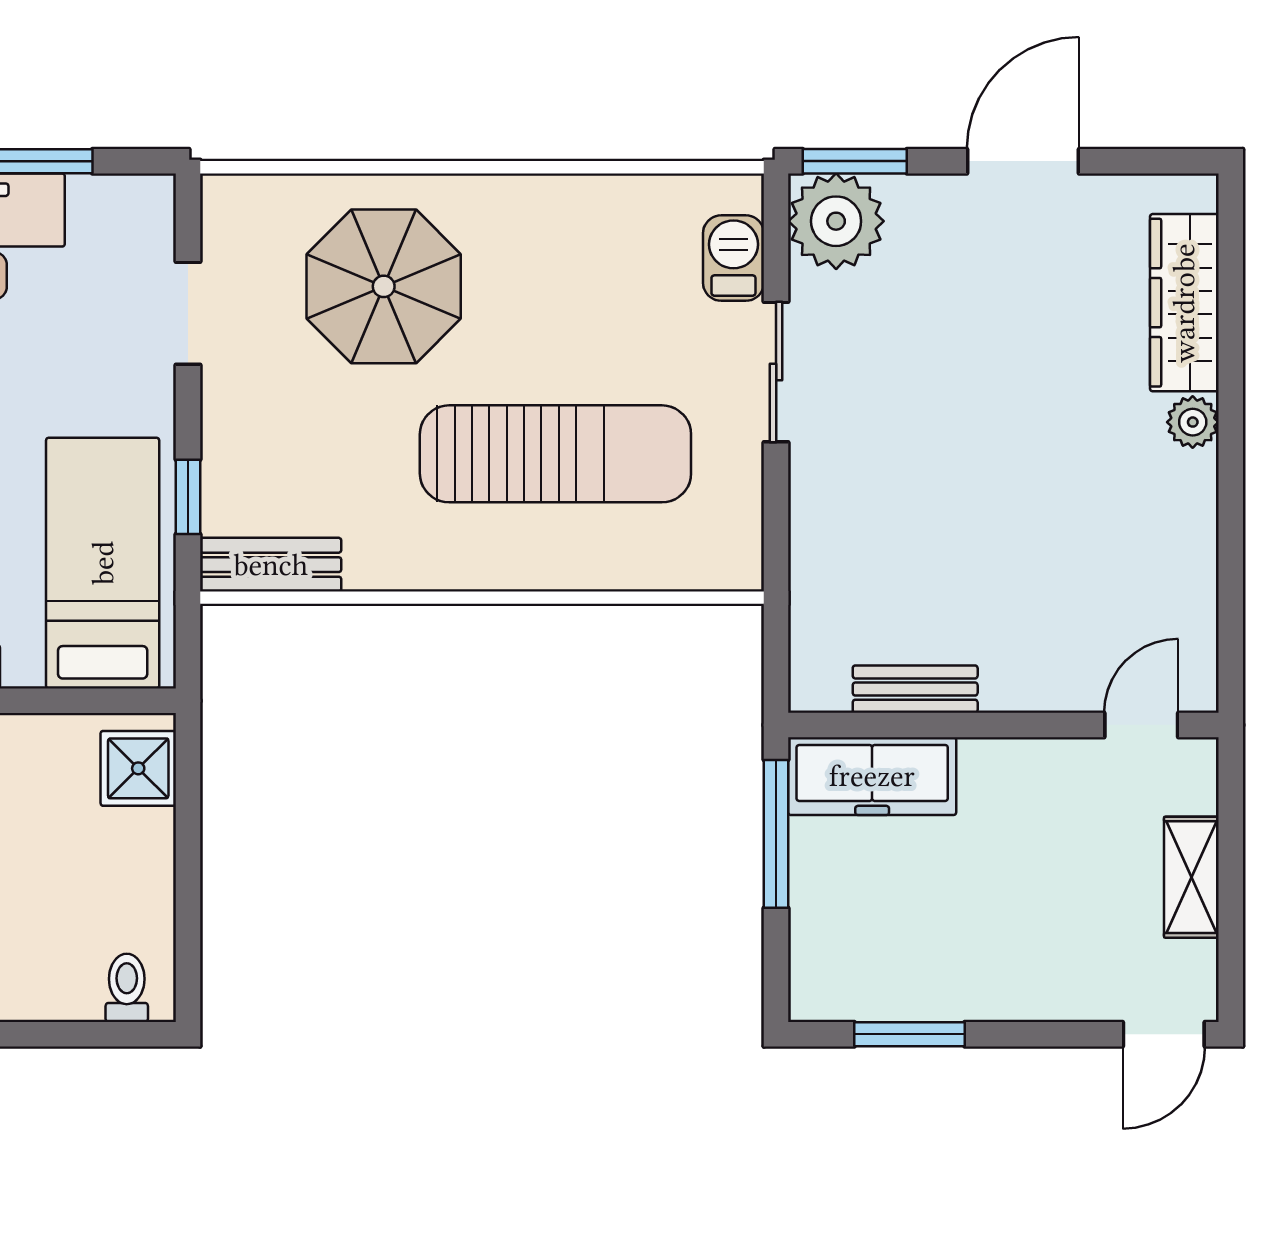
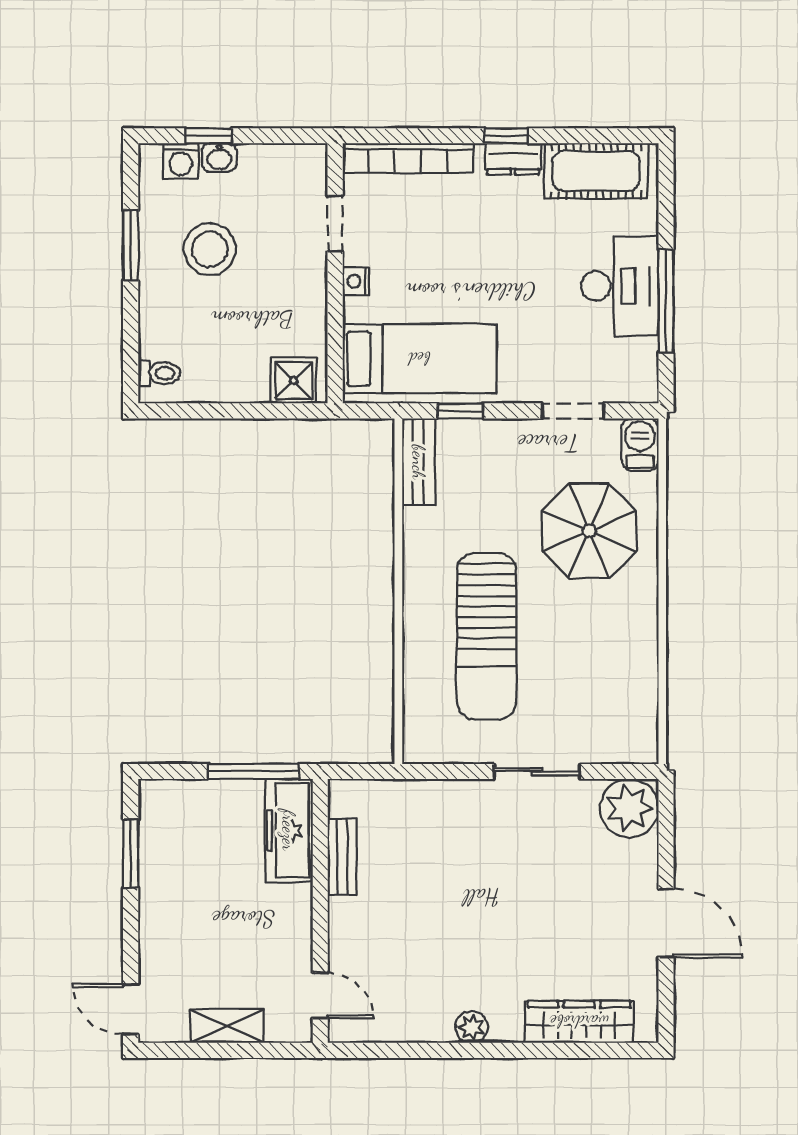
window: (855, 161) -> (666, 820), removed
barbecue: (733, 258) -> (640, 445), moved, turned -90
plant: (1193, 422) -> (471, 1027), moved

